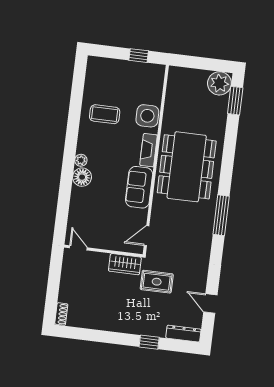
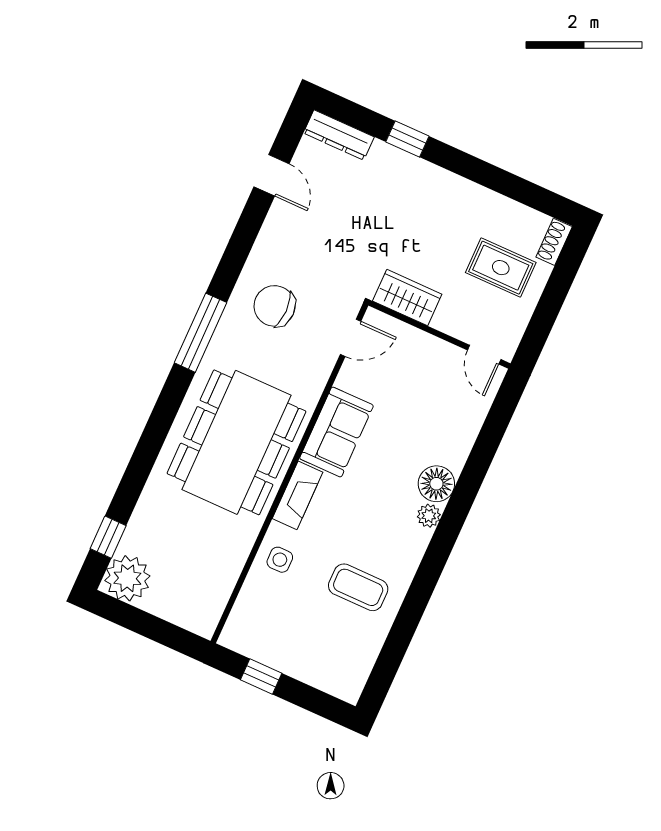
window: (235, 101) -> (108, 537), width x0.67
side table: (147, 116) -> (280, 560), width x0.54, depth x0.54
chair: (189, 240) -> (275, 306), added
rug: (157, 282) -> (501, 268), moved

